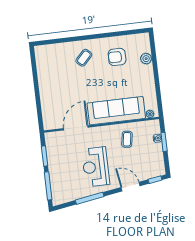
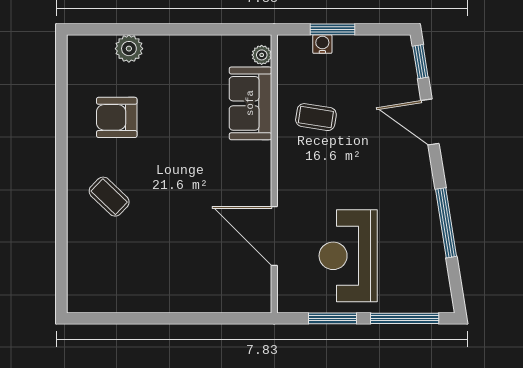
armchair: (117, 57) -> (117, 117), turned 90
sofa: (116, 111) -> (250, 103), width x0.54, depth x0.79
reception desk: (96, 167) -> (348, 256), moved, turned 90
door: (131, 187) -> (430, 122), hinge flipped

